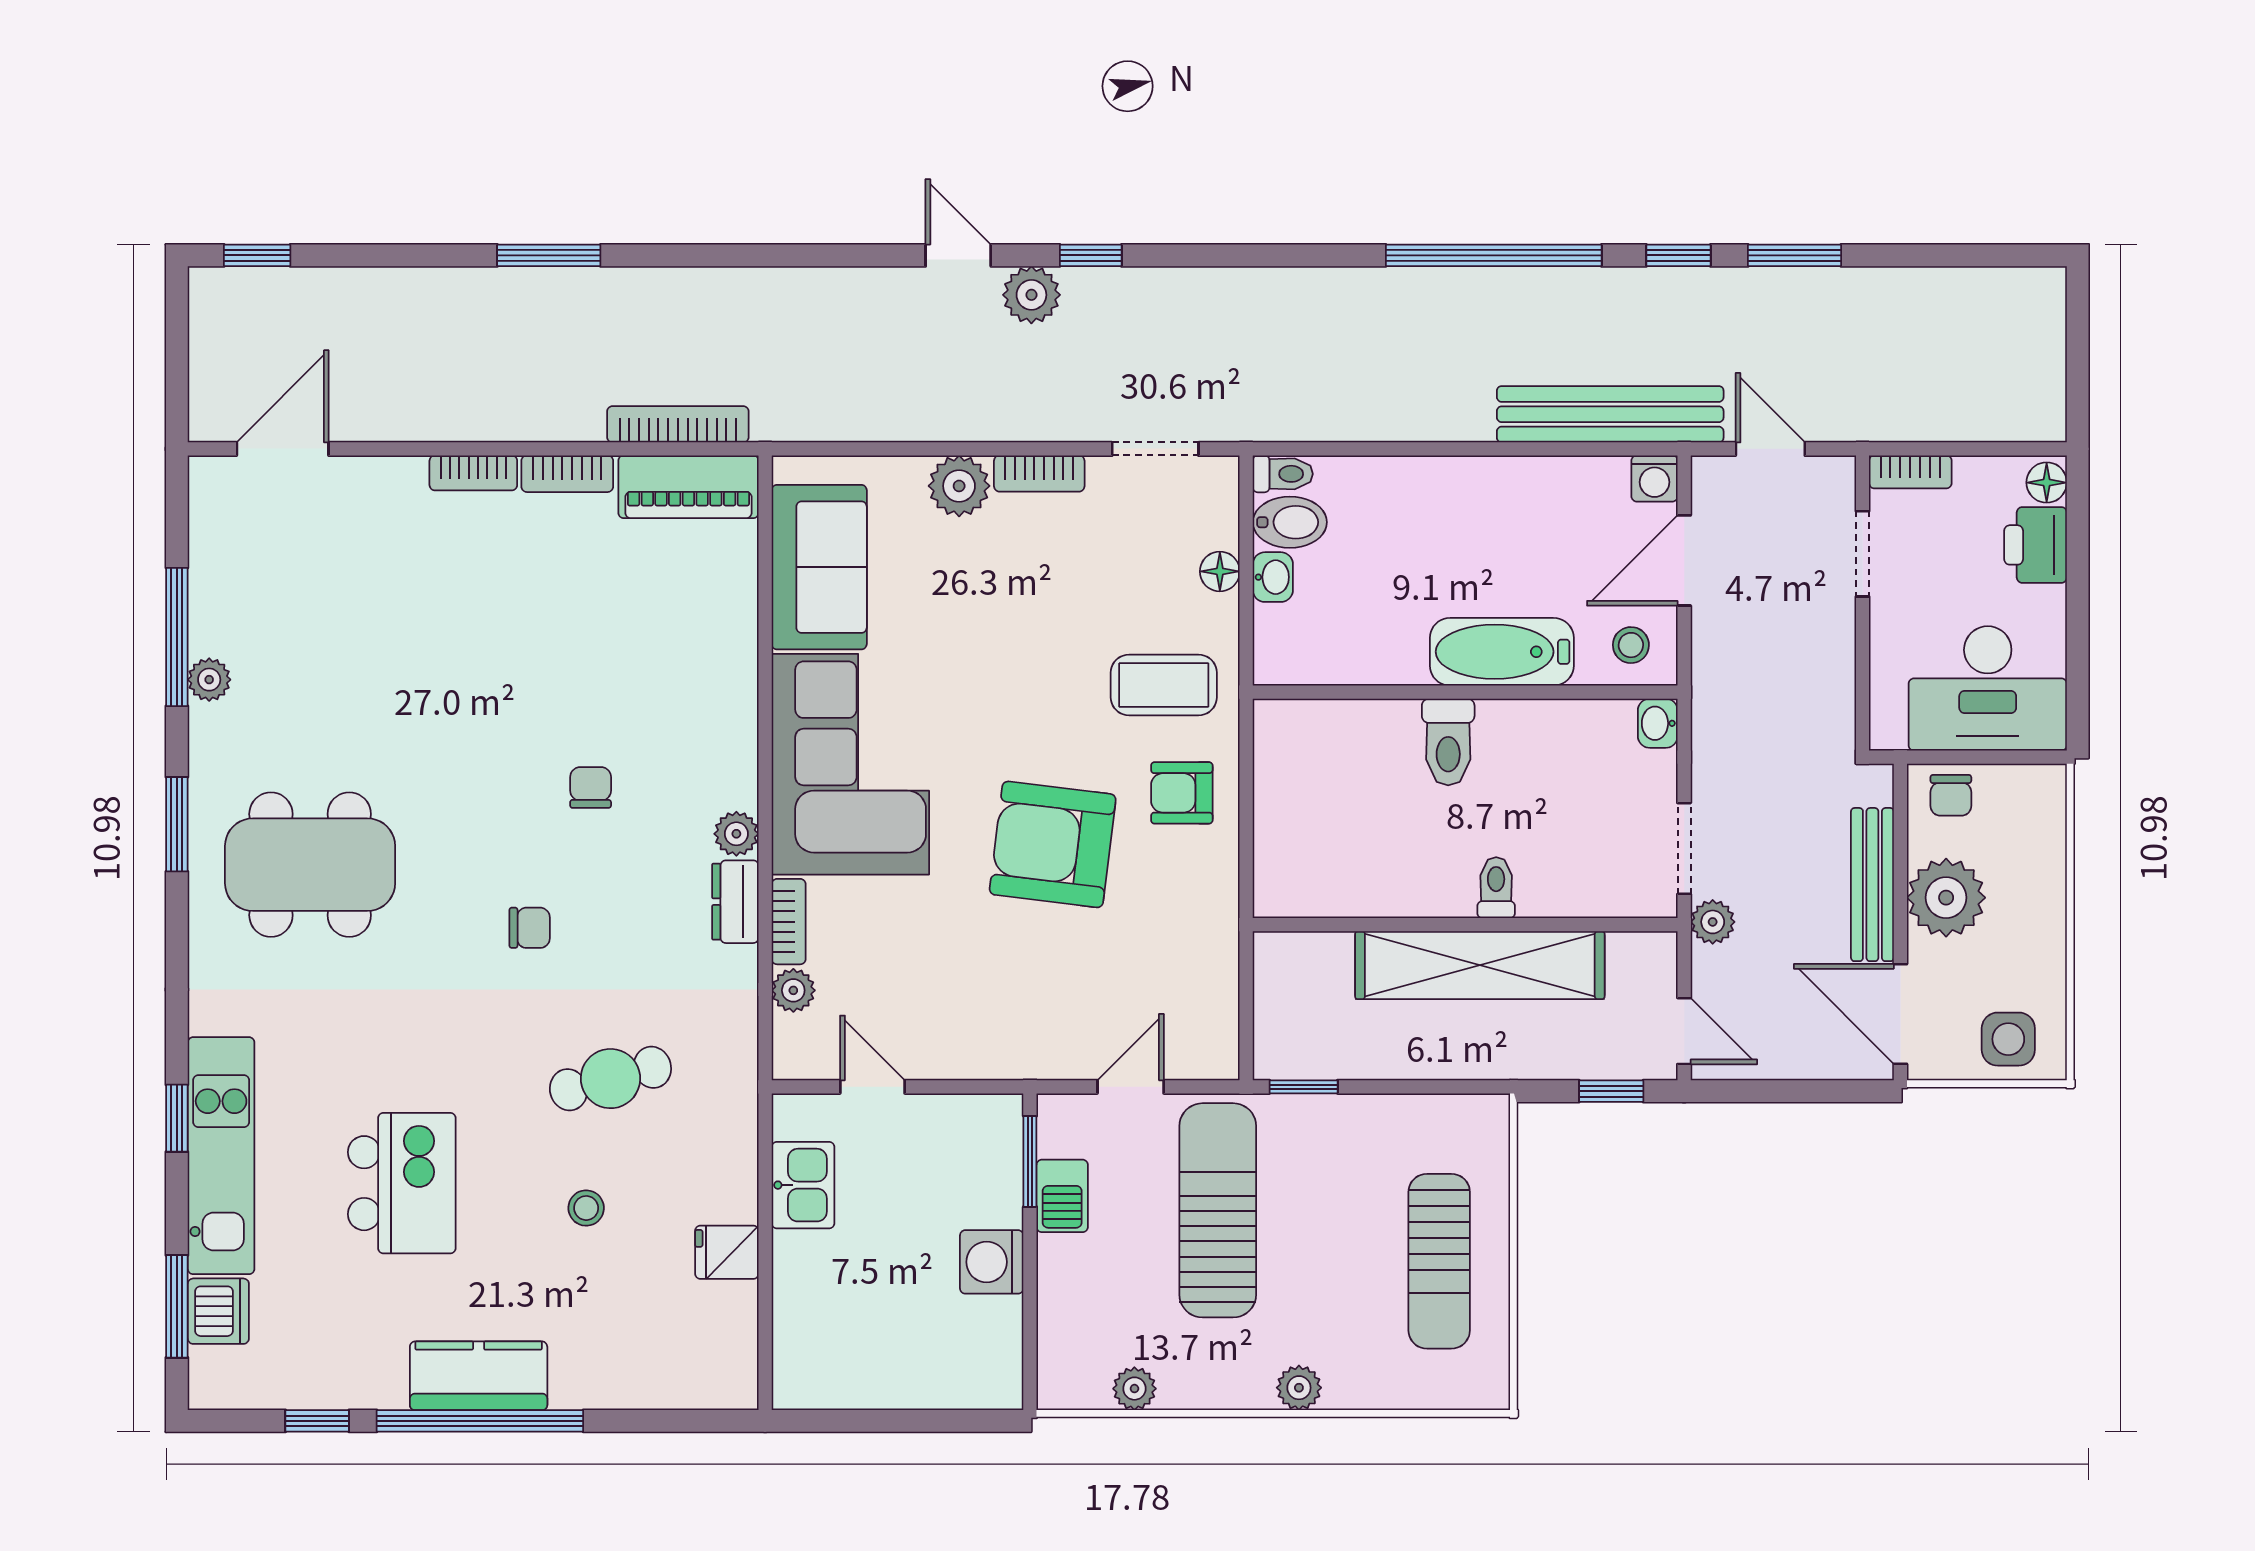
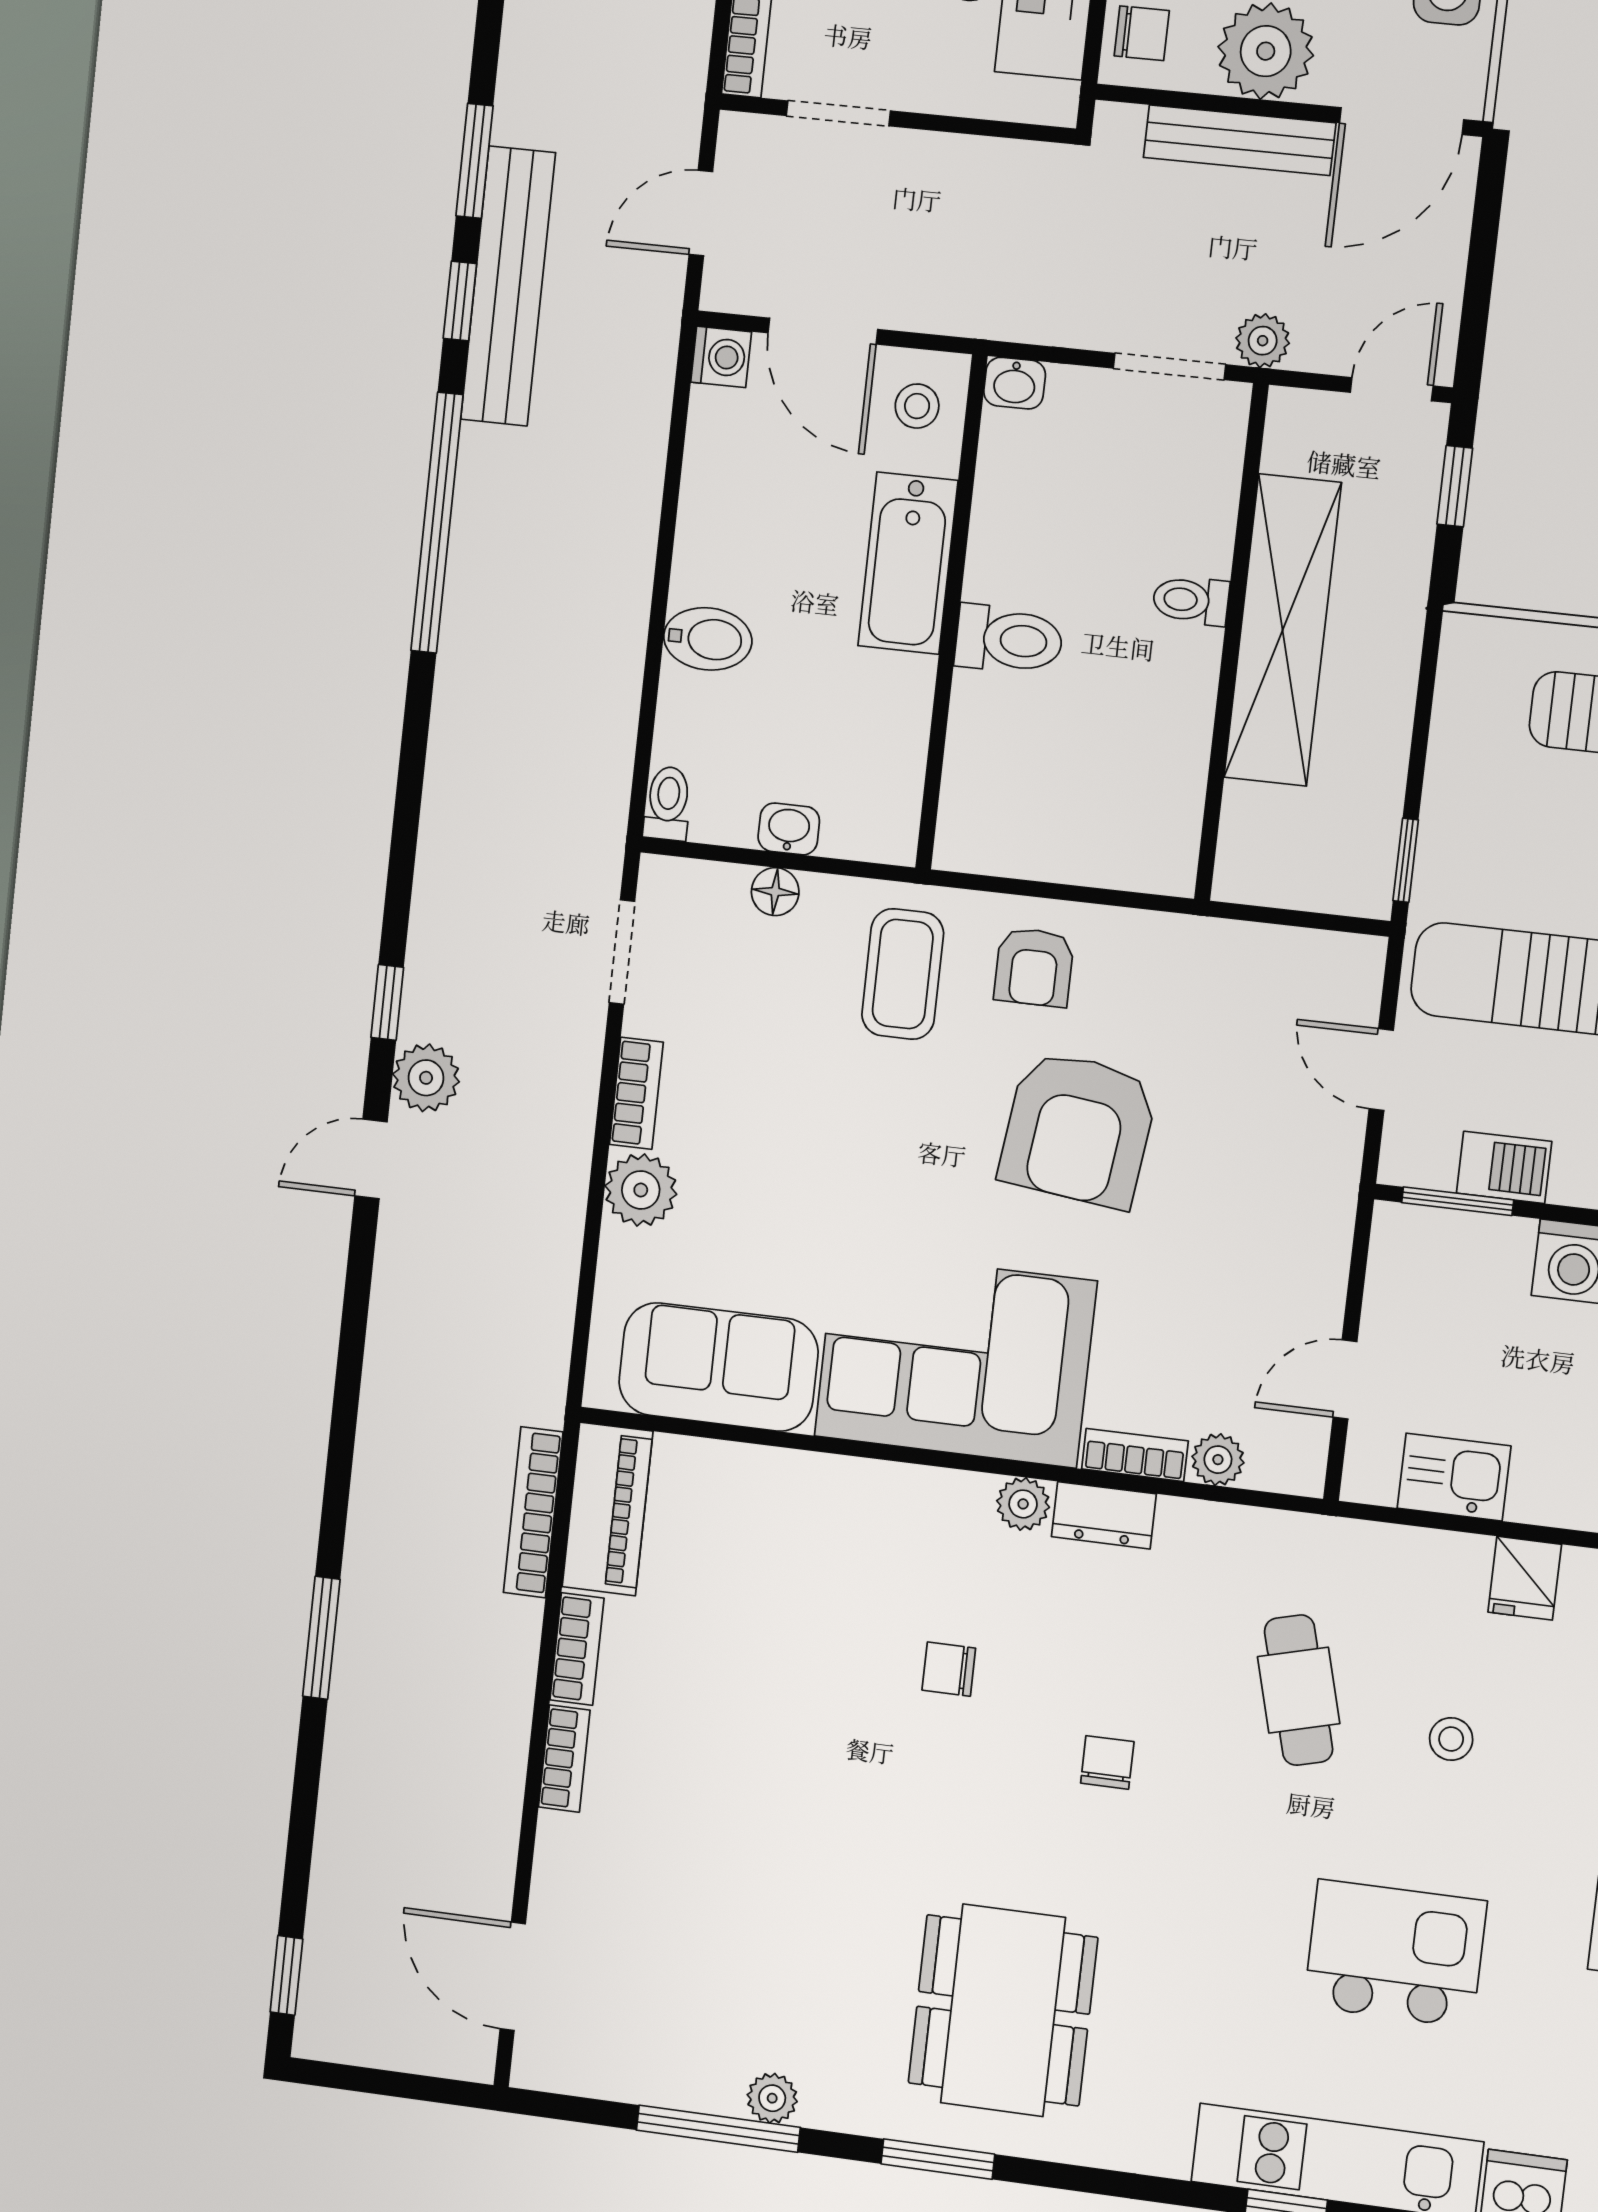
bench: (1610, 414) -> (508, 286), moved
bidet: (1290, 522) -> (708, 639), moved, turned 90

